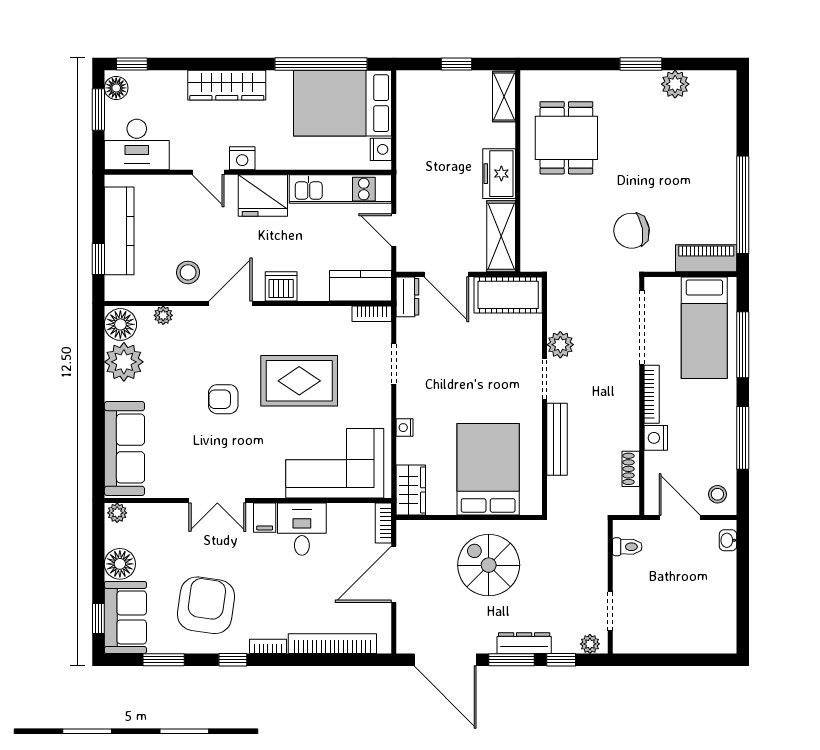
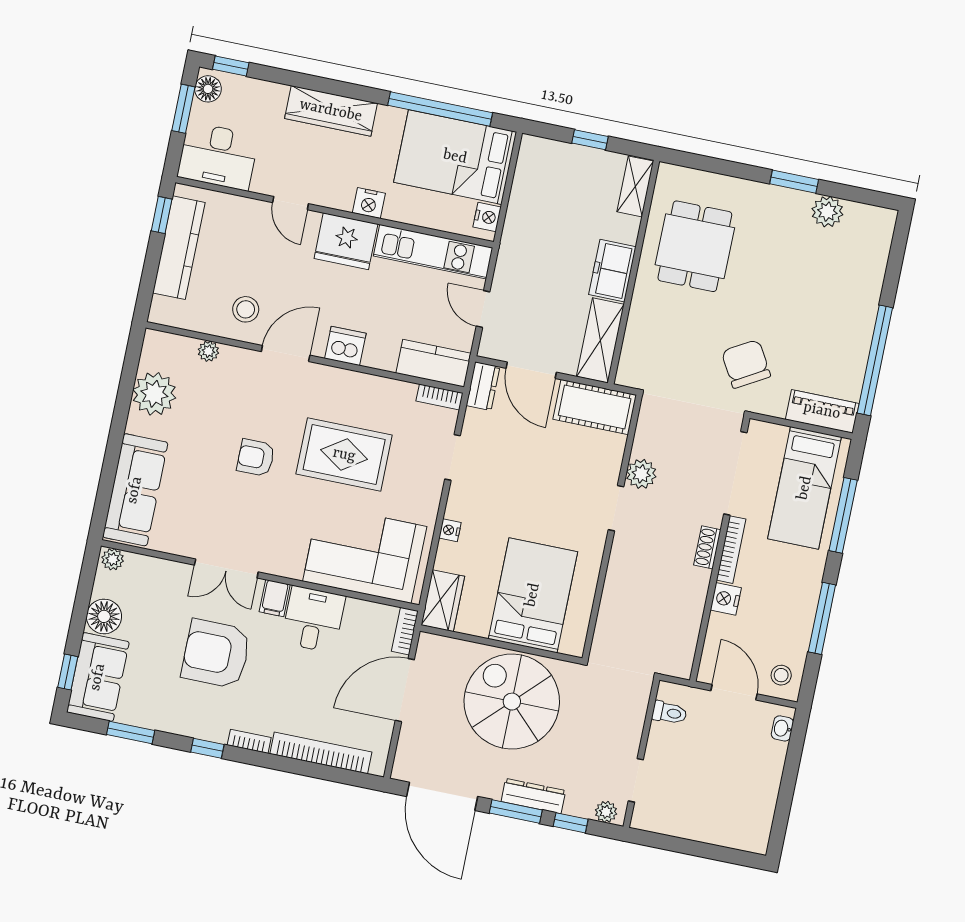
nightstand: (242, 158) -> (369, 203), moved
chair: (632, 231) -> (746, 364), turned 69
window: (98, 259) -> (162, 215), moved
floor lamp: (120, 324) -> (159, 352), removed
bench: (557, 439) -> (616, 578), removed
shoe rack: (631, 469) -> (707, 547), moved
spiral stairs: (489, 565) -> (512, 702), width x1.37, depth x1.37
armchair: (206, 605) -> (216, 654), moved, turned -98

